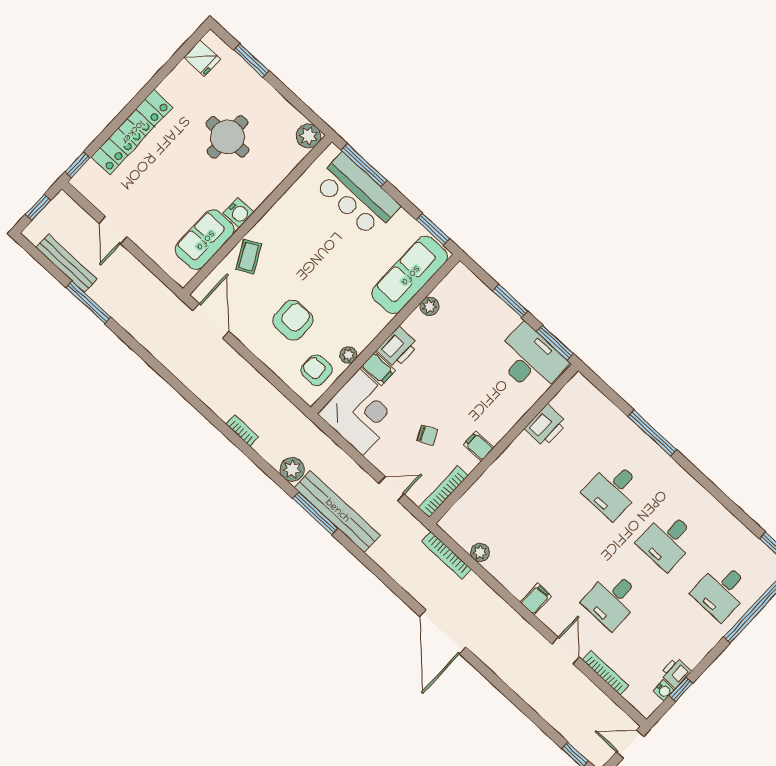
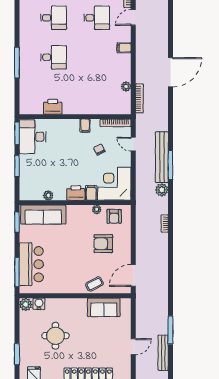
water cooler: (239, 213) -> (39, 304), moved

